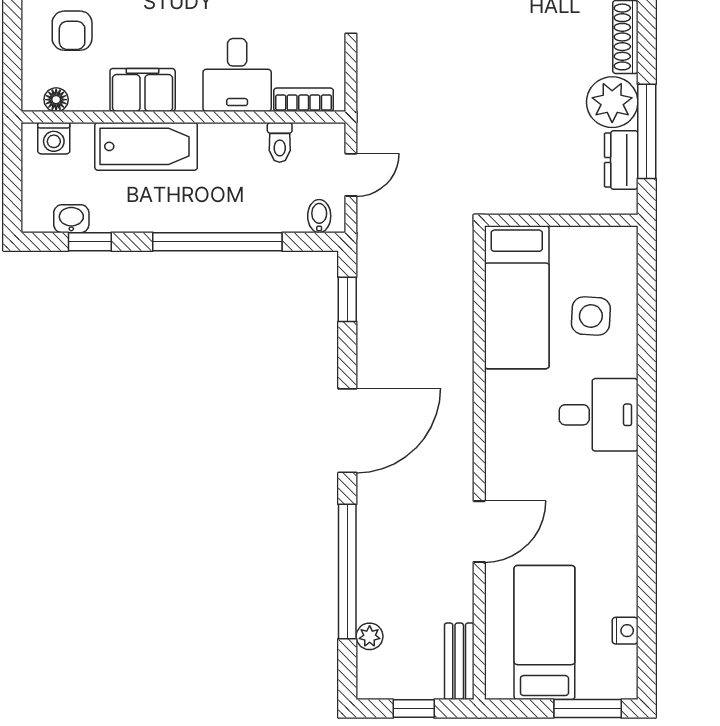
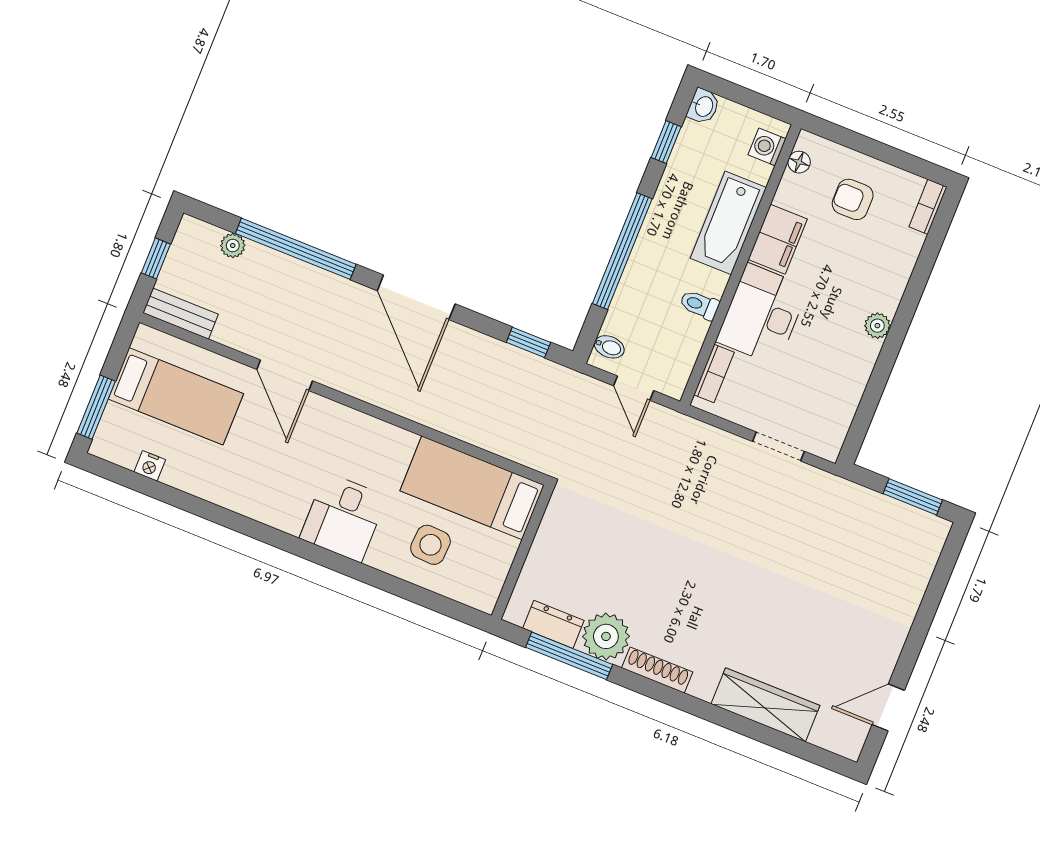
desk: (237, 75) -> (762, 314), width x1.37
toilet: (280, 142) -> (699, 305), moved
washbasin: (71, 219) -> (703, 106), moved

